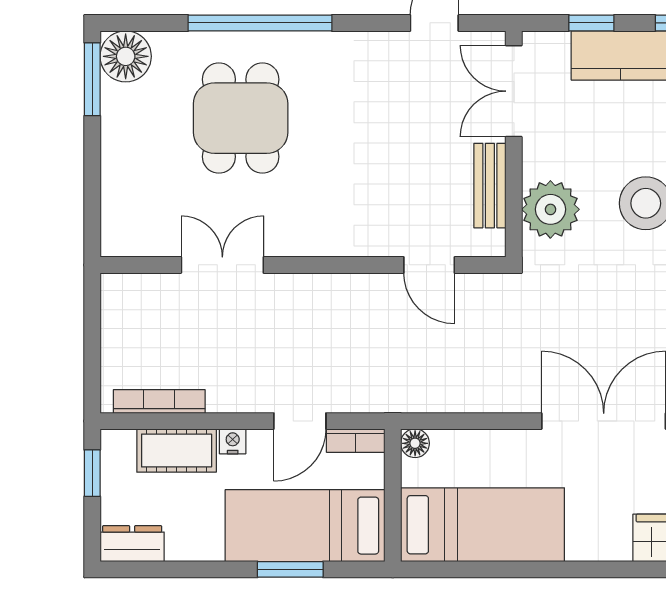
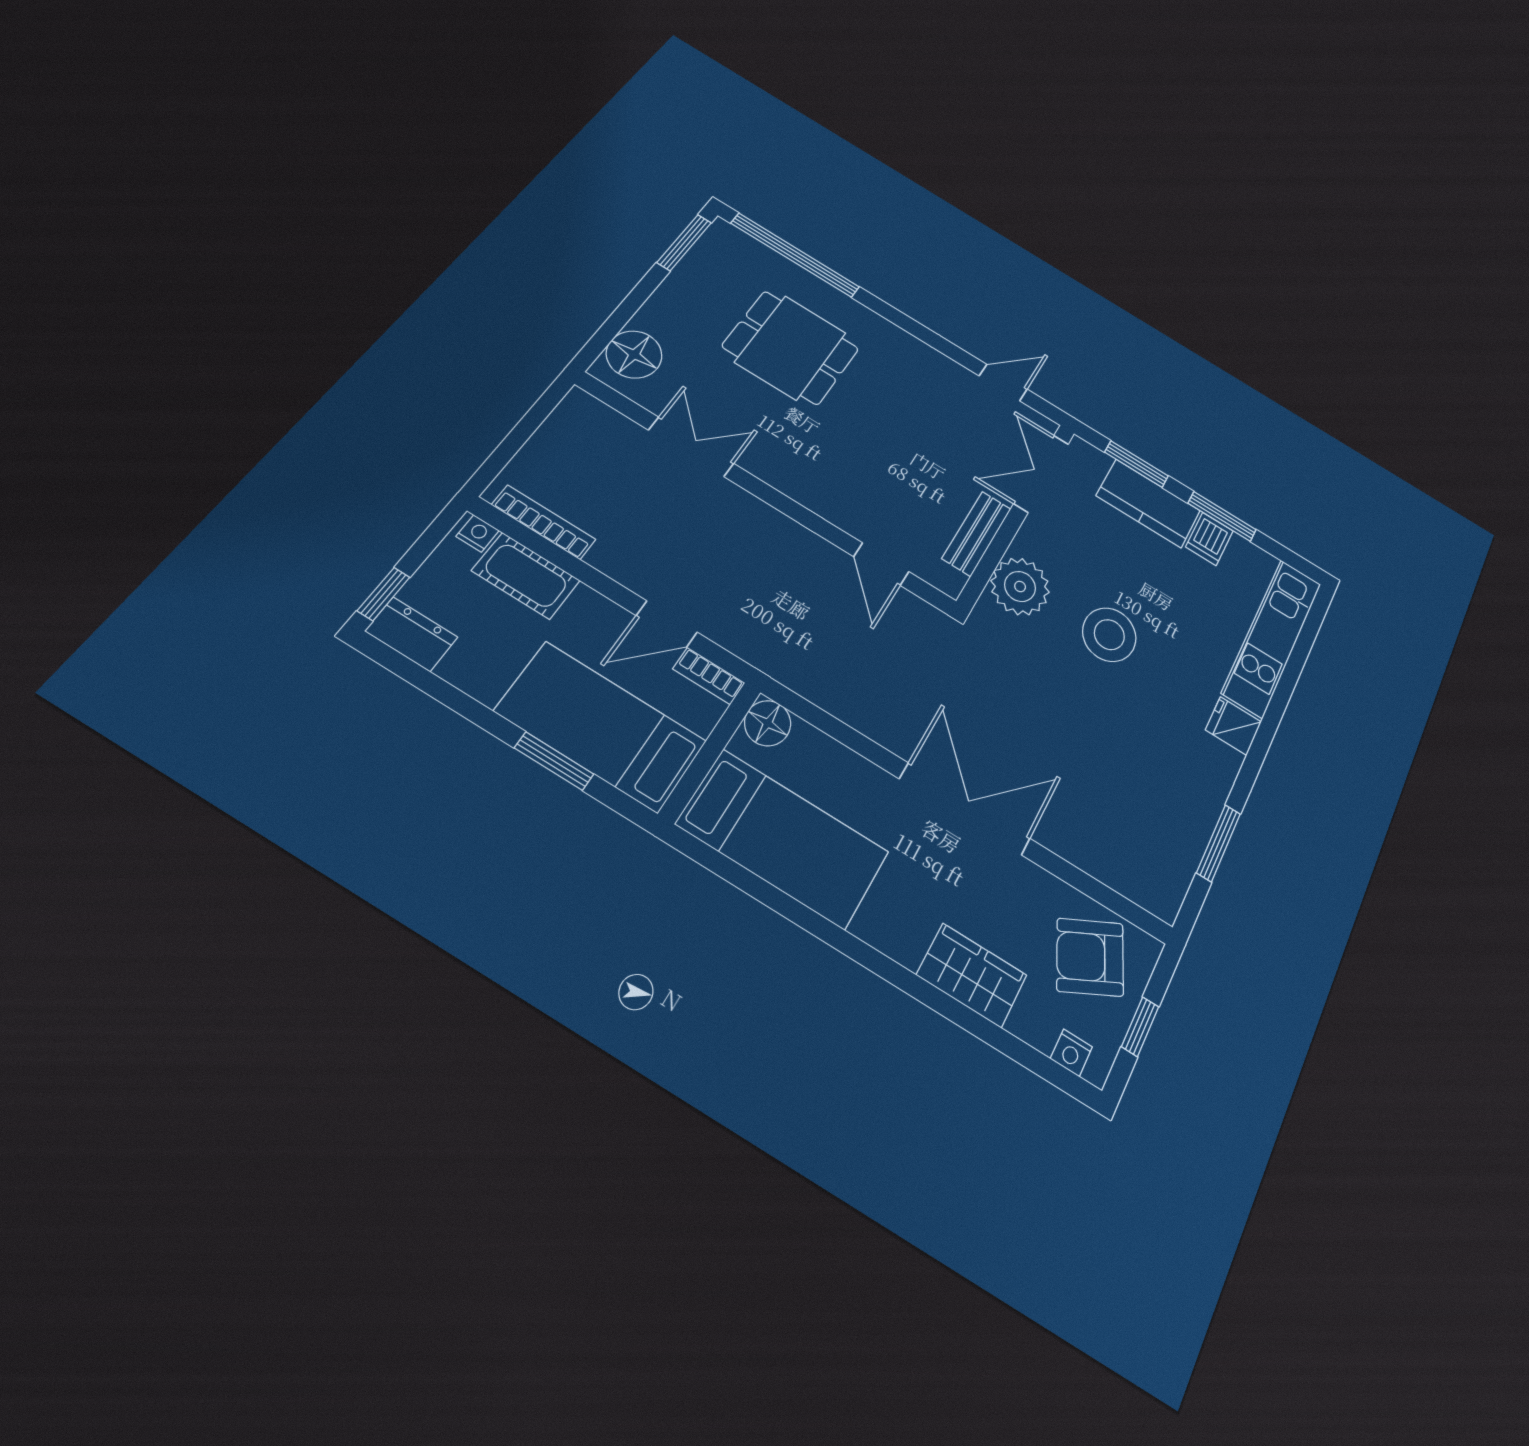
window: (260, 23) -> (795, 255), moved
window: (591, 23) -> (1136, 464), width x1.50
floor lamp: (126, 56) -> (634, 355), moved
dining table: (241, 118) -> (791, 347), turned 90
nightstand: (233, 441) -> (478, 533), moved
floor lamp: (415, 443) -> (768, 723), width x1.37, depth x1.37
window: (92, 473) -> (383, 594), moved

